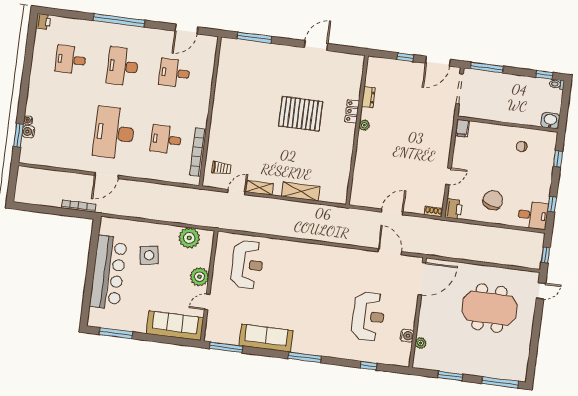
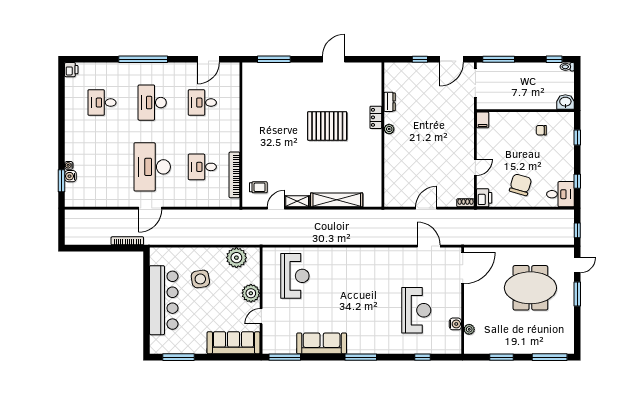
shelving: (301, 191) -> (337, 200), width x1.47
window: (537, 321) -> (577, 294), added

